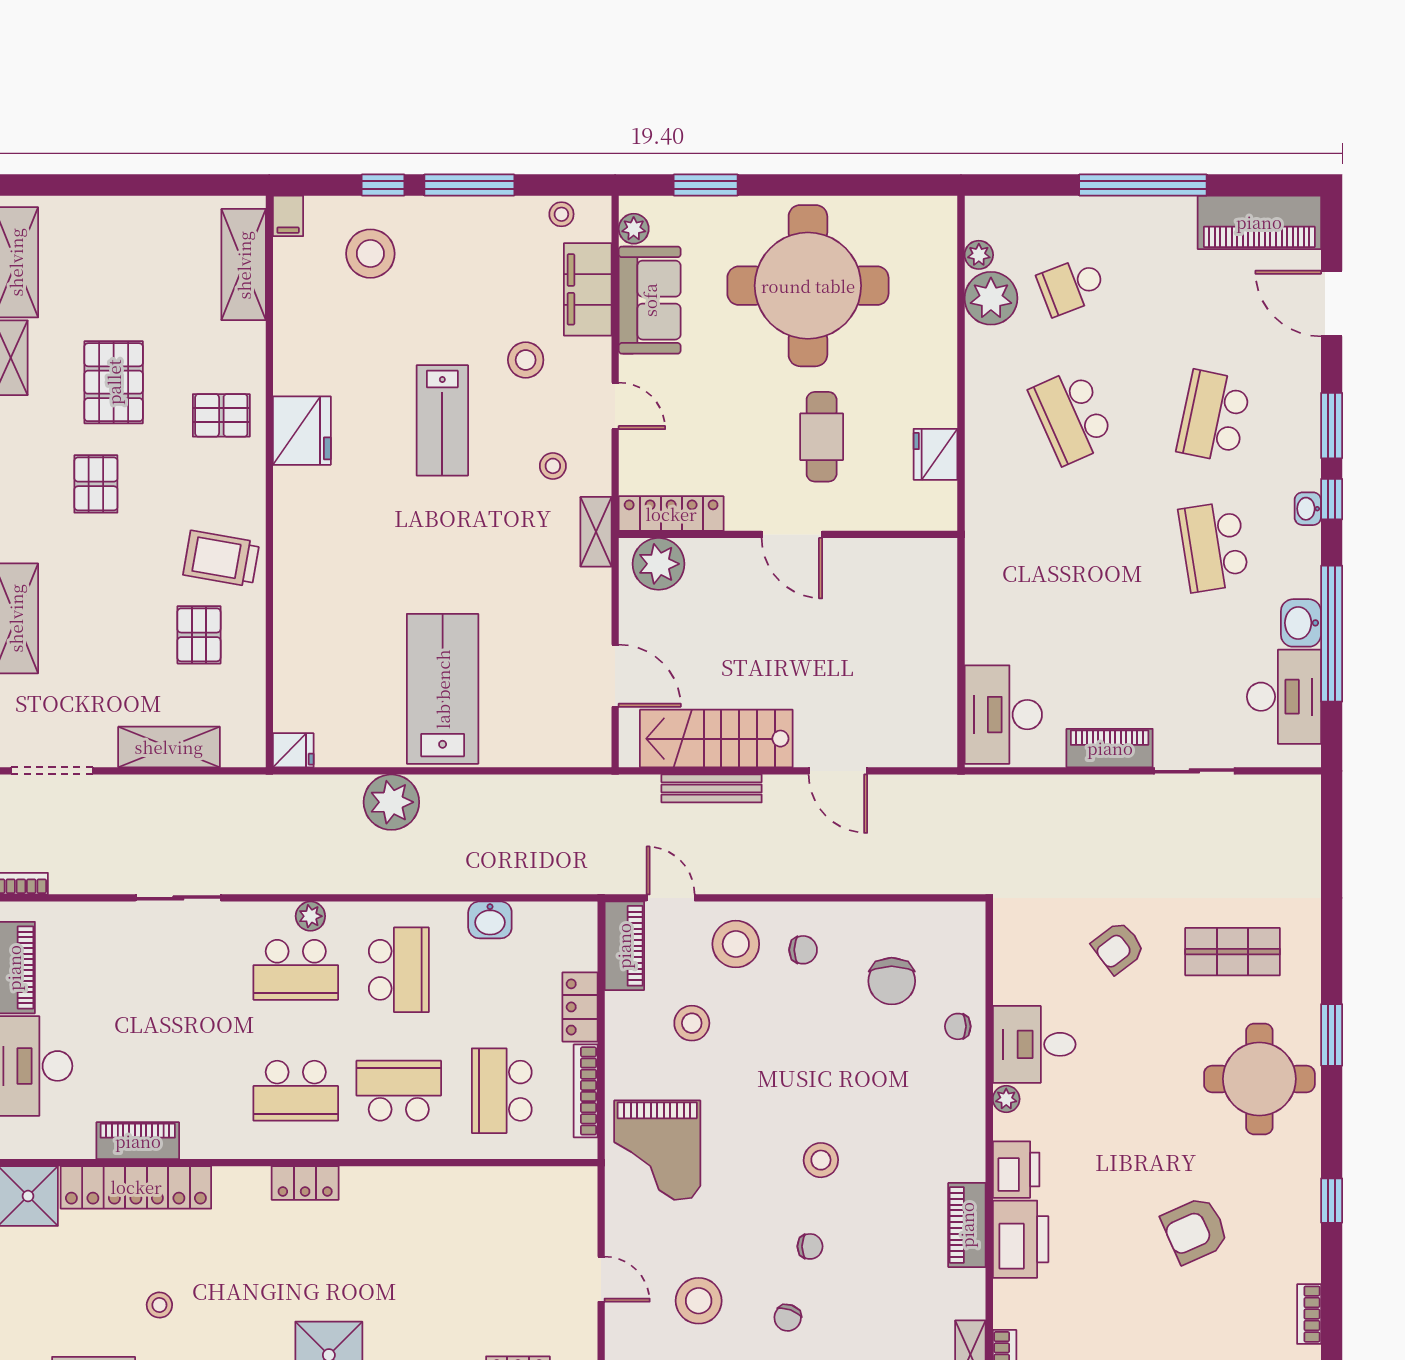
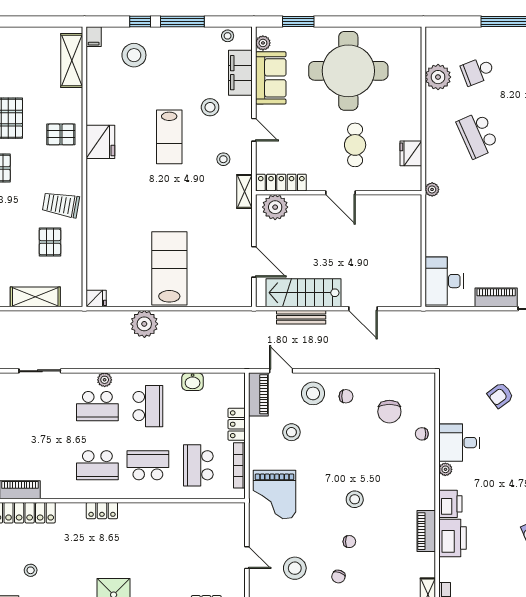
plant: (979, 255) -> (432, 189), moved

